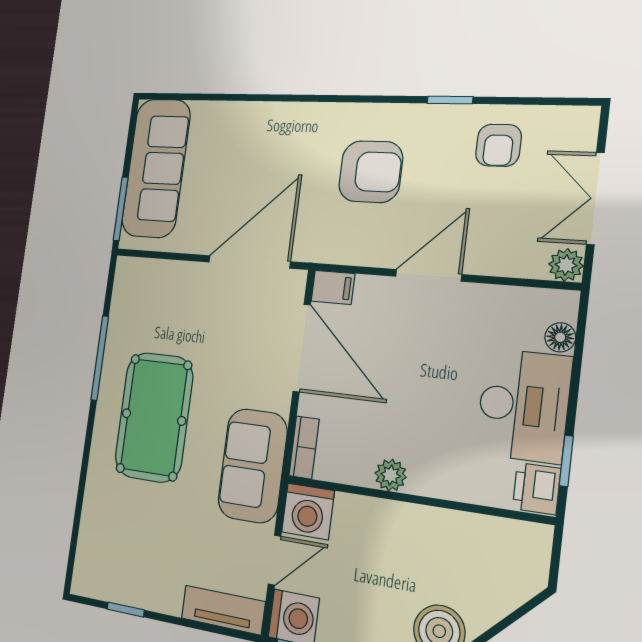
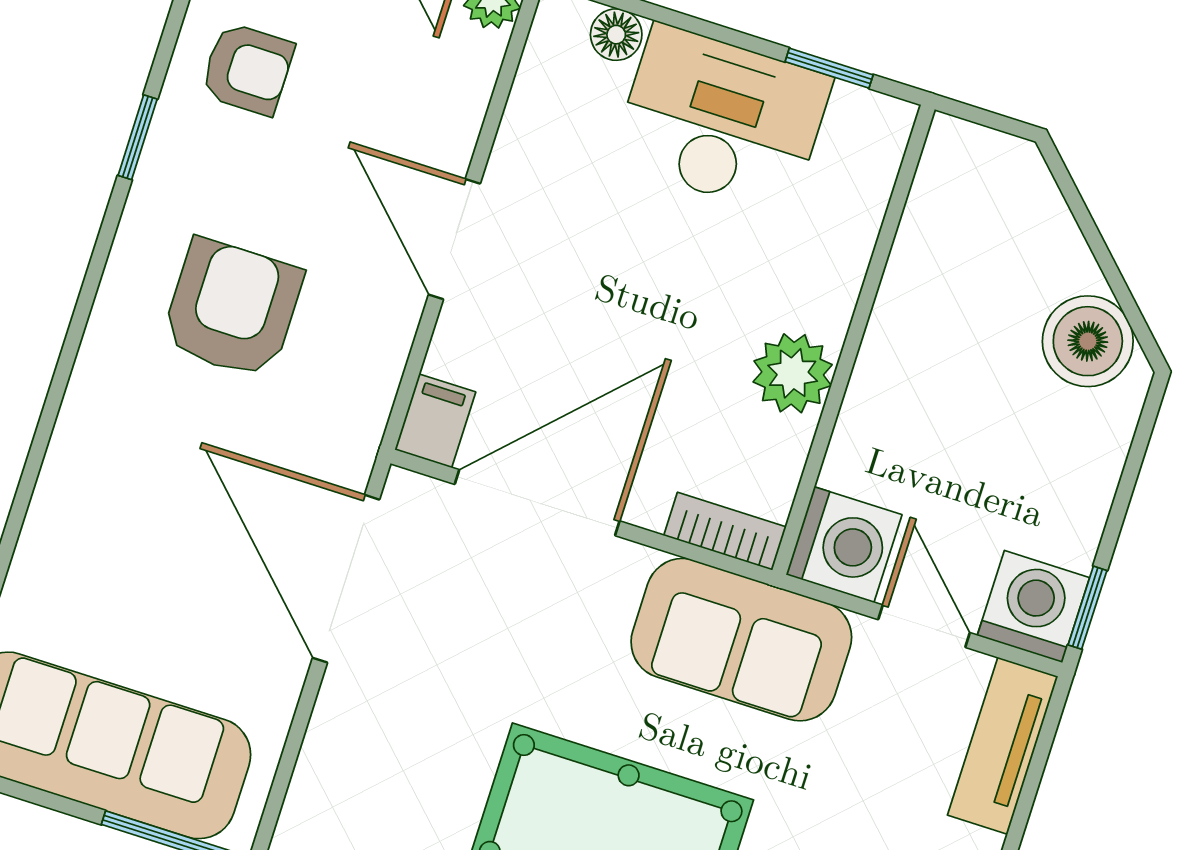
plant: (391, 475) -> (793, 373), width x1.38, depth x1.38
printer: (537, 489) -> (868, 127), removed

